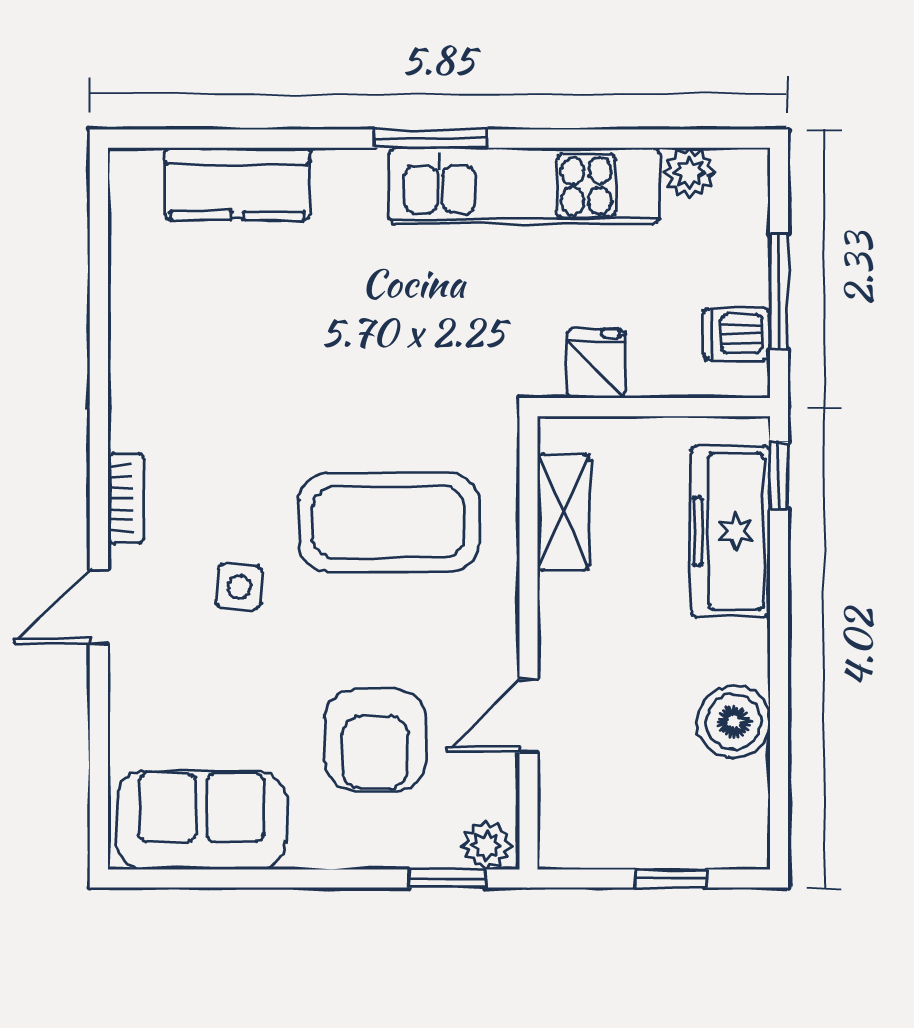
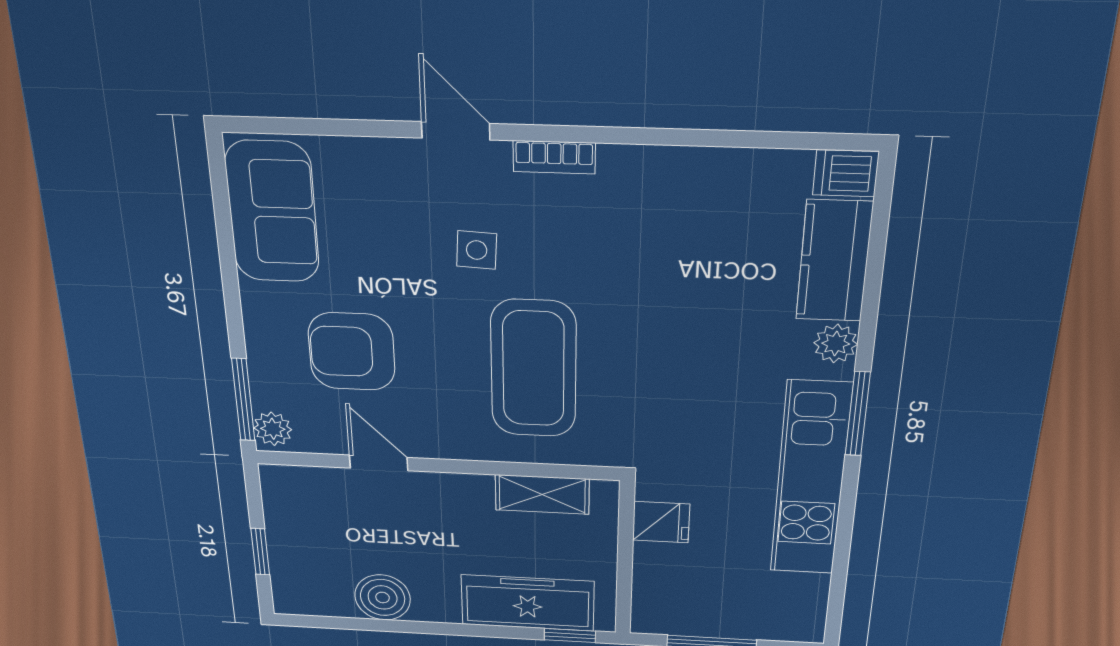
plant: (689, 173) -> (836, 344), moved
dishwasher: (737, 334) -> (846, 173), moved, turned -90
window: (447, 878) -> (243, 400), width x1.50

